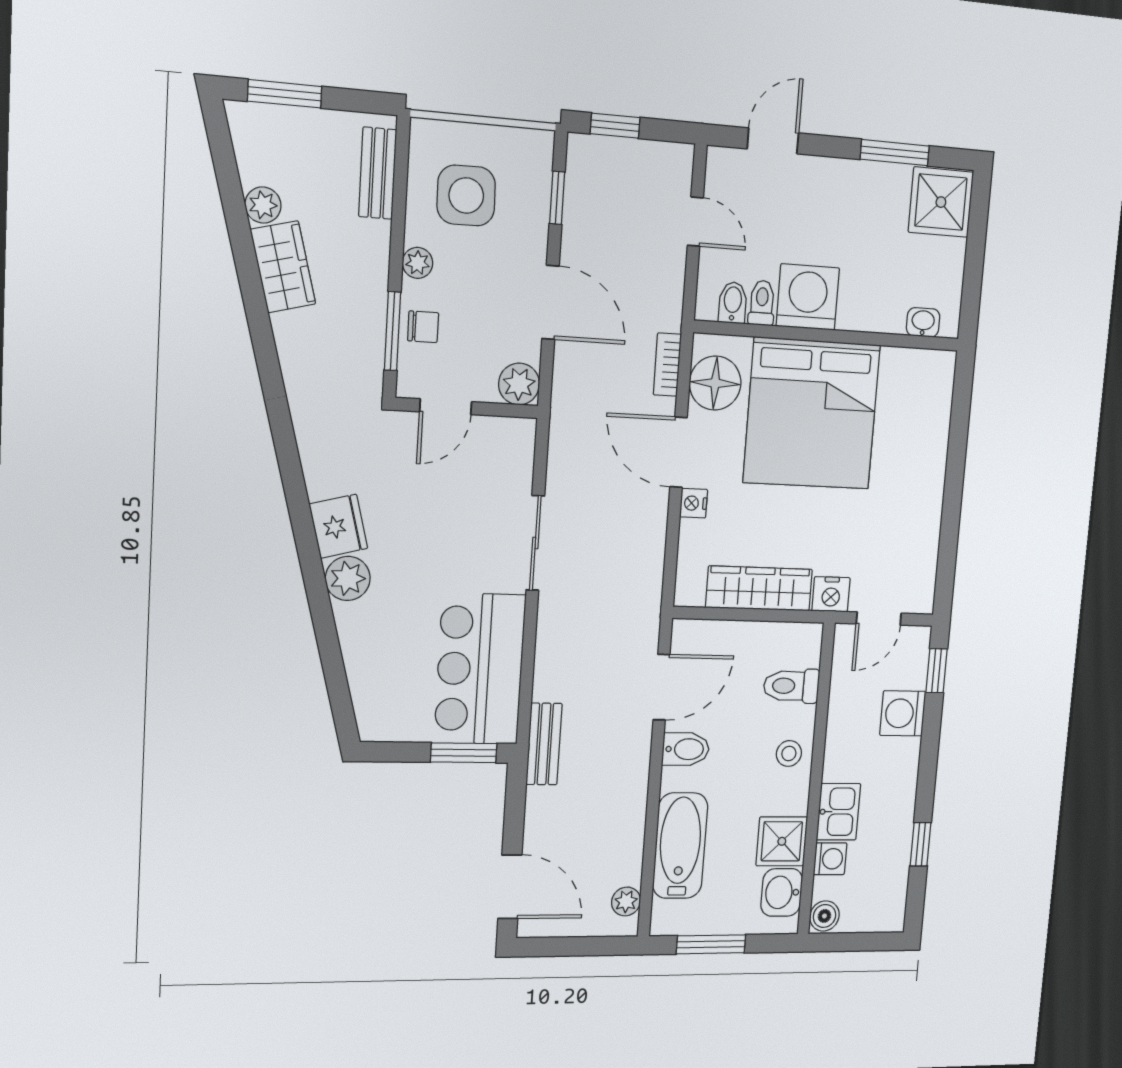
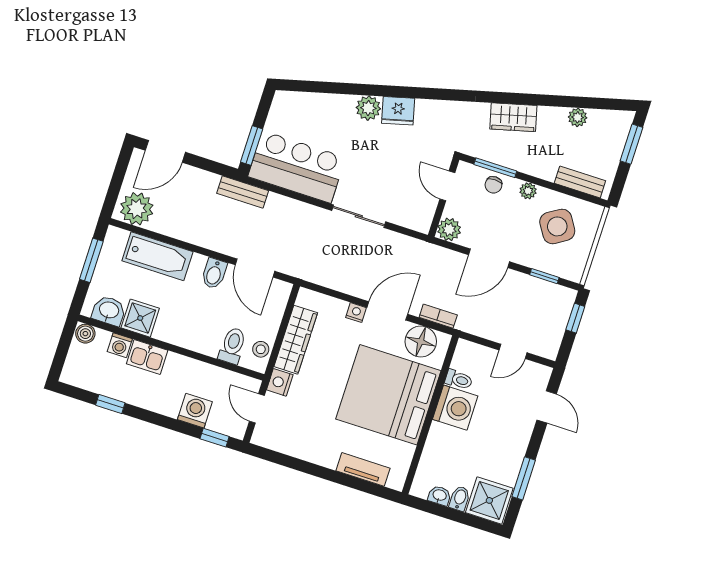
side table: (466, 195) -> (557, 226), turned -31
wardrobe: (283, 267) -> (513, 117), moved
bidet: (733, 303) -> (460, 498), moved, turned -90
washbasin: (923, 322) -> (439, 496), moved, turned -90
tv unit: (936, 423) -> (363, 469), added
stool: (789, 753) -> (261, 349), moved
plant: (626, 901) -> (137, 209), width x1.87, depth x1.87

